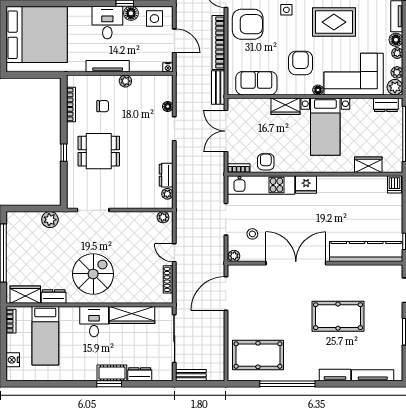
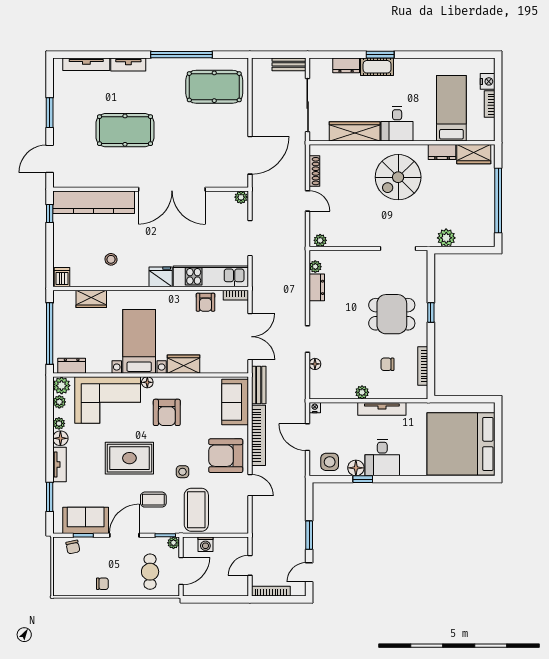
sofa: (256, 83) -> (235, 402), moved, turned 90
stool: (252, 234) -> (111, 259), moved
bookcase: (11, 321) -> (490, 104), moved

